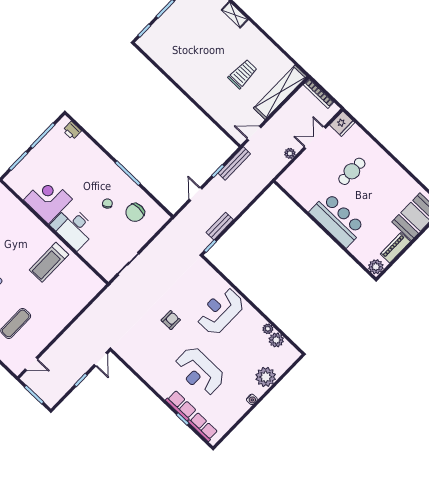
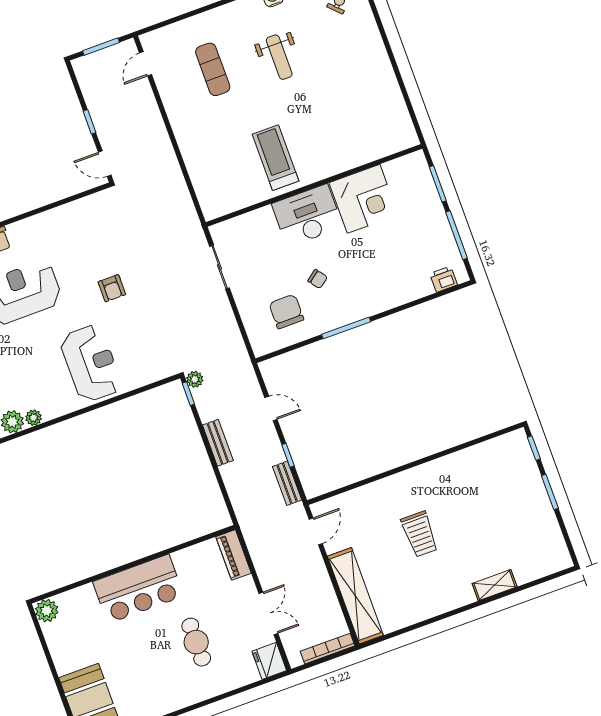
trolley: (243, 74) -> (420, 534), moved
plant: (290, 153) -> (195, 379), moved
bench: (234, 164) -> (287, 483), width x0.73
bench: (220, 226) -> (218, 443), moved
piano: (395, 248) -> (233, 555), moved, turned 180

